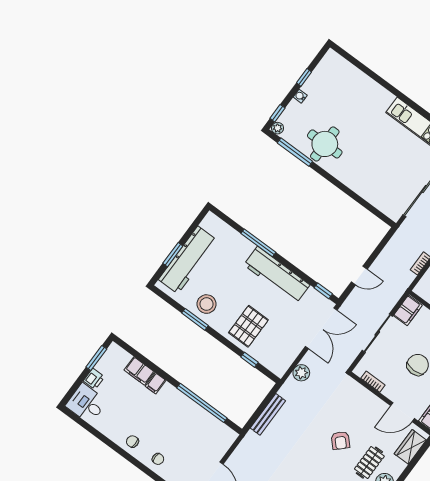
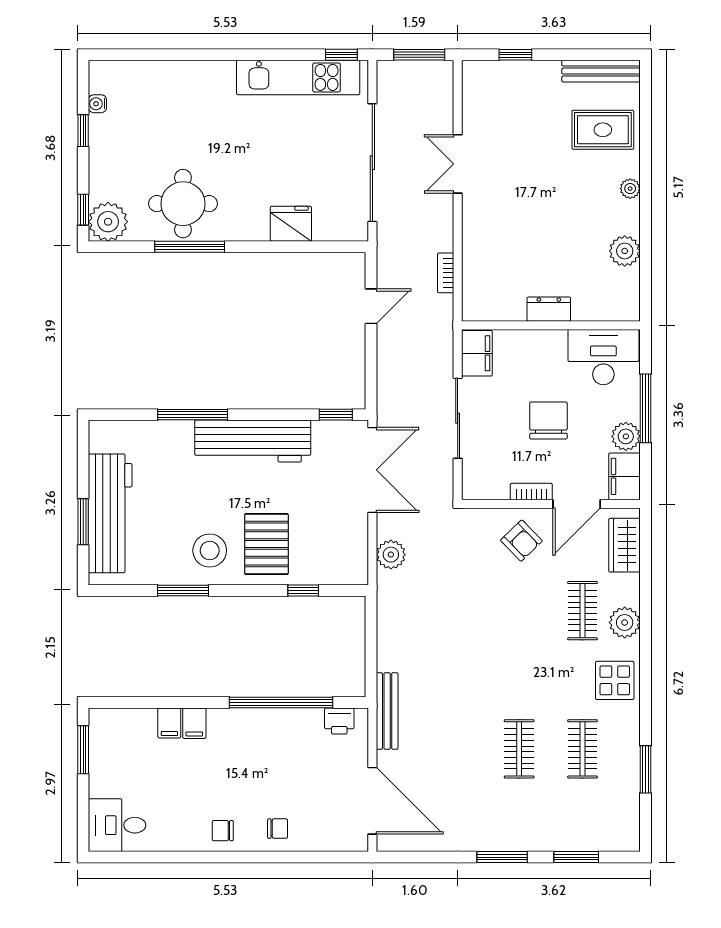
water cooler: (300, 96) -> (97, 104), moved
plant: (278, 128) -> (108, 222), width x1.87, depth x1.87
window: (295, 152) -> (190, 247), moved
fridge: (367, 189) -> (291, 224), added
door: (359, 275) -> (371, 306), moved
stool: (206, 304) -> (210, 551), moved
filing cabinet: (139, 371) -> (169, 723), width x0.50
printer: (94, 379) -> (339, 721), moved, turned 90
bookcase: (373, 382) -> (531, 492), moved
bench: (268, 414) -> (387, 711), moved
armchair: (340, 440) -> (521, 541), moved

